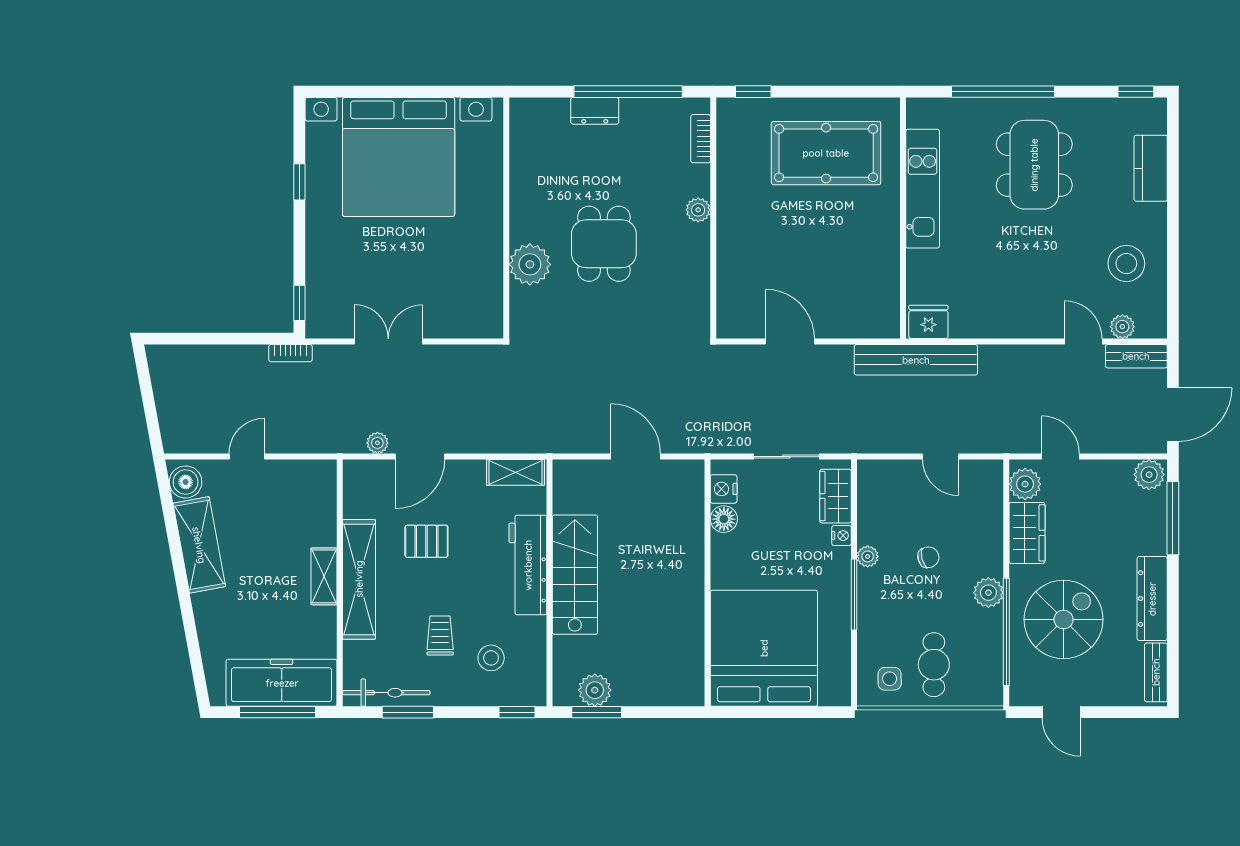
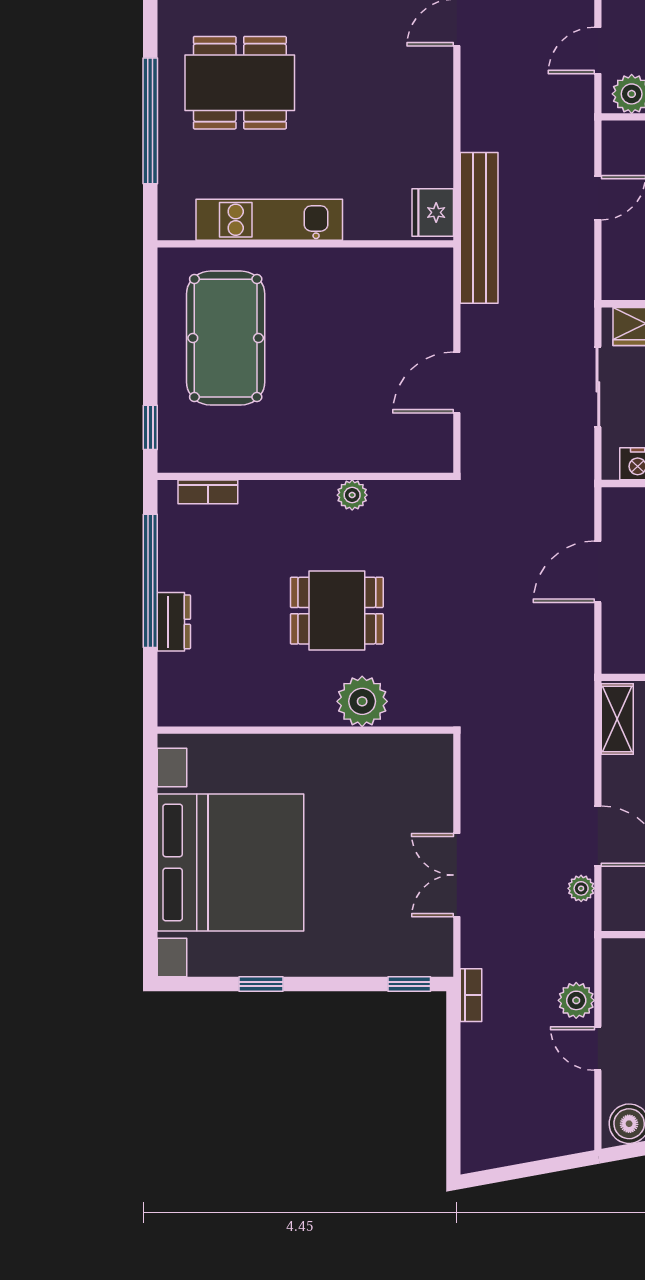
plant: (698, 210) -> (352, 495), moved
plant: (286, 439) -> (576, 1000), added

